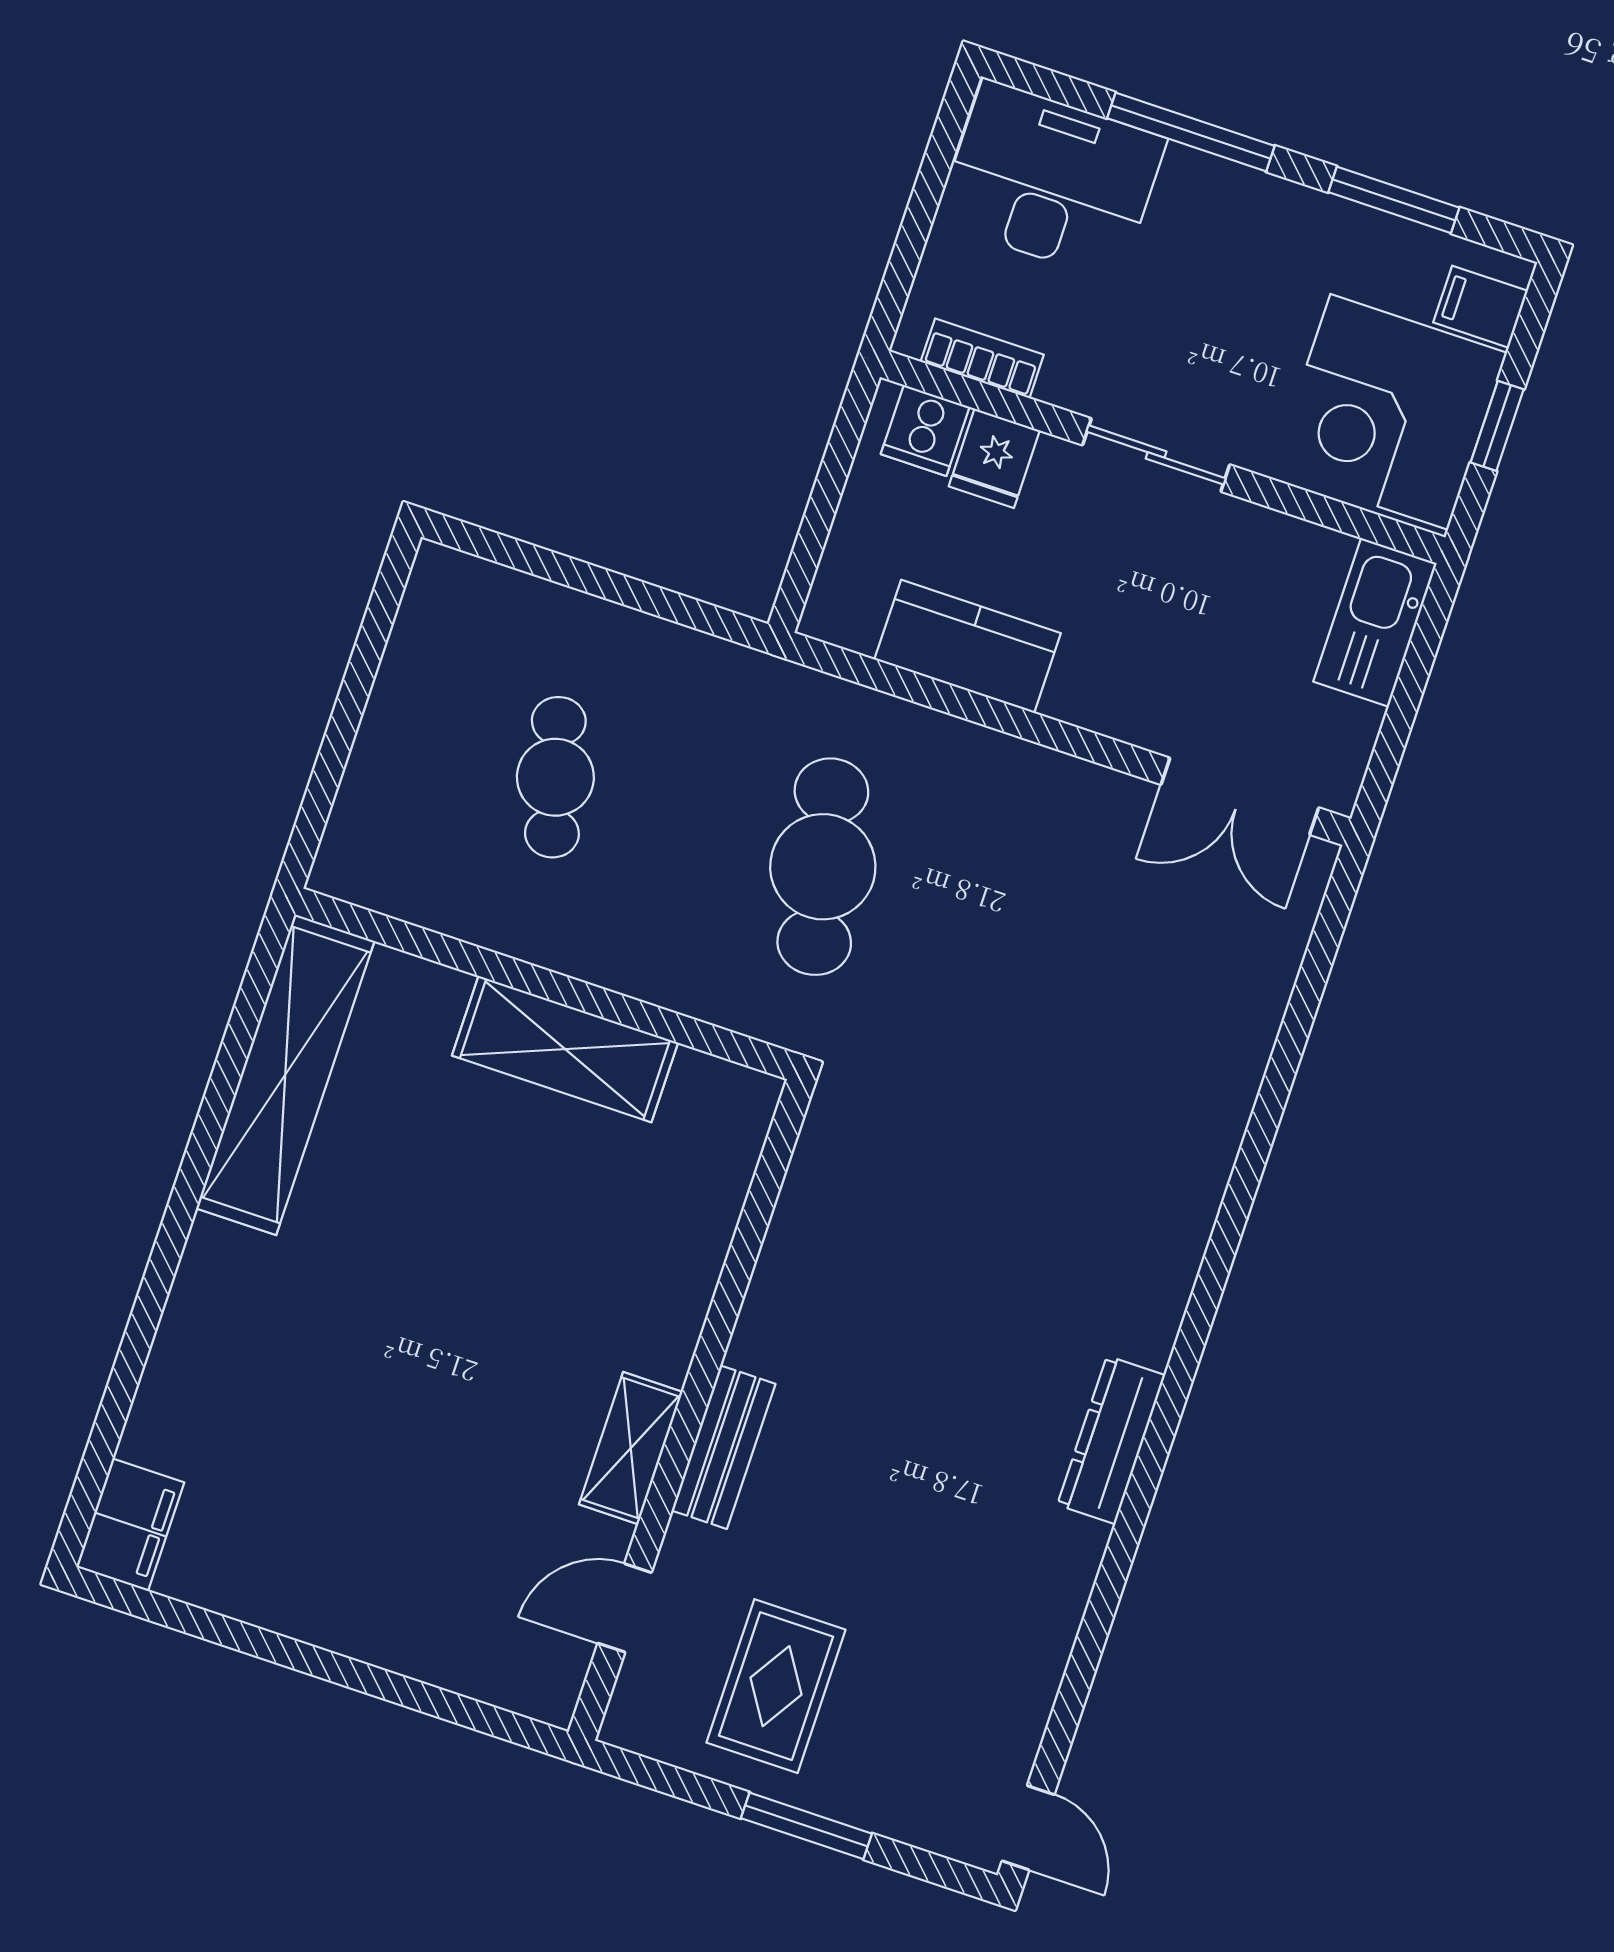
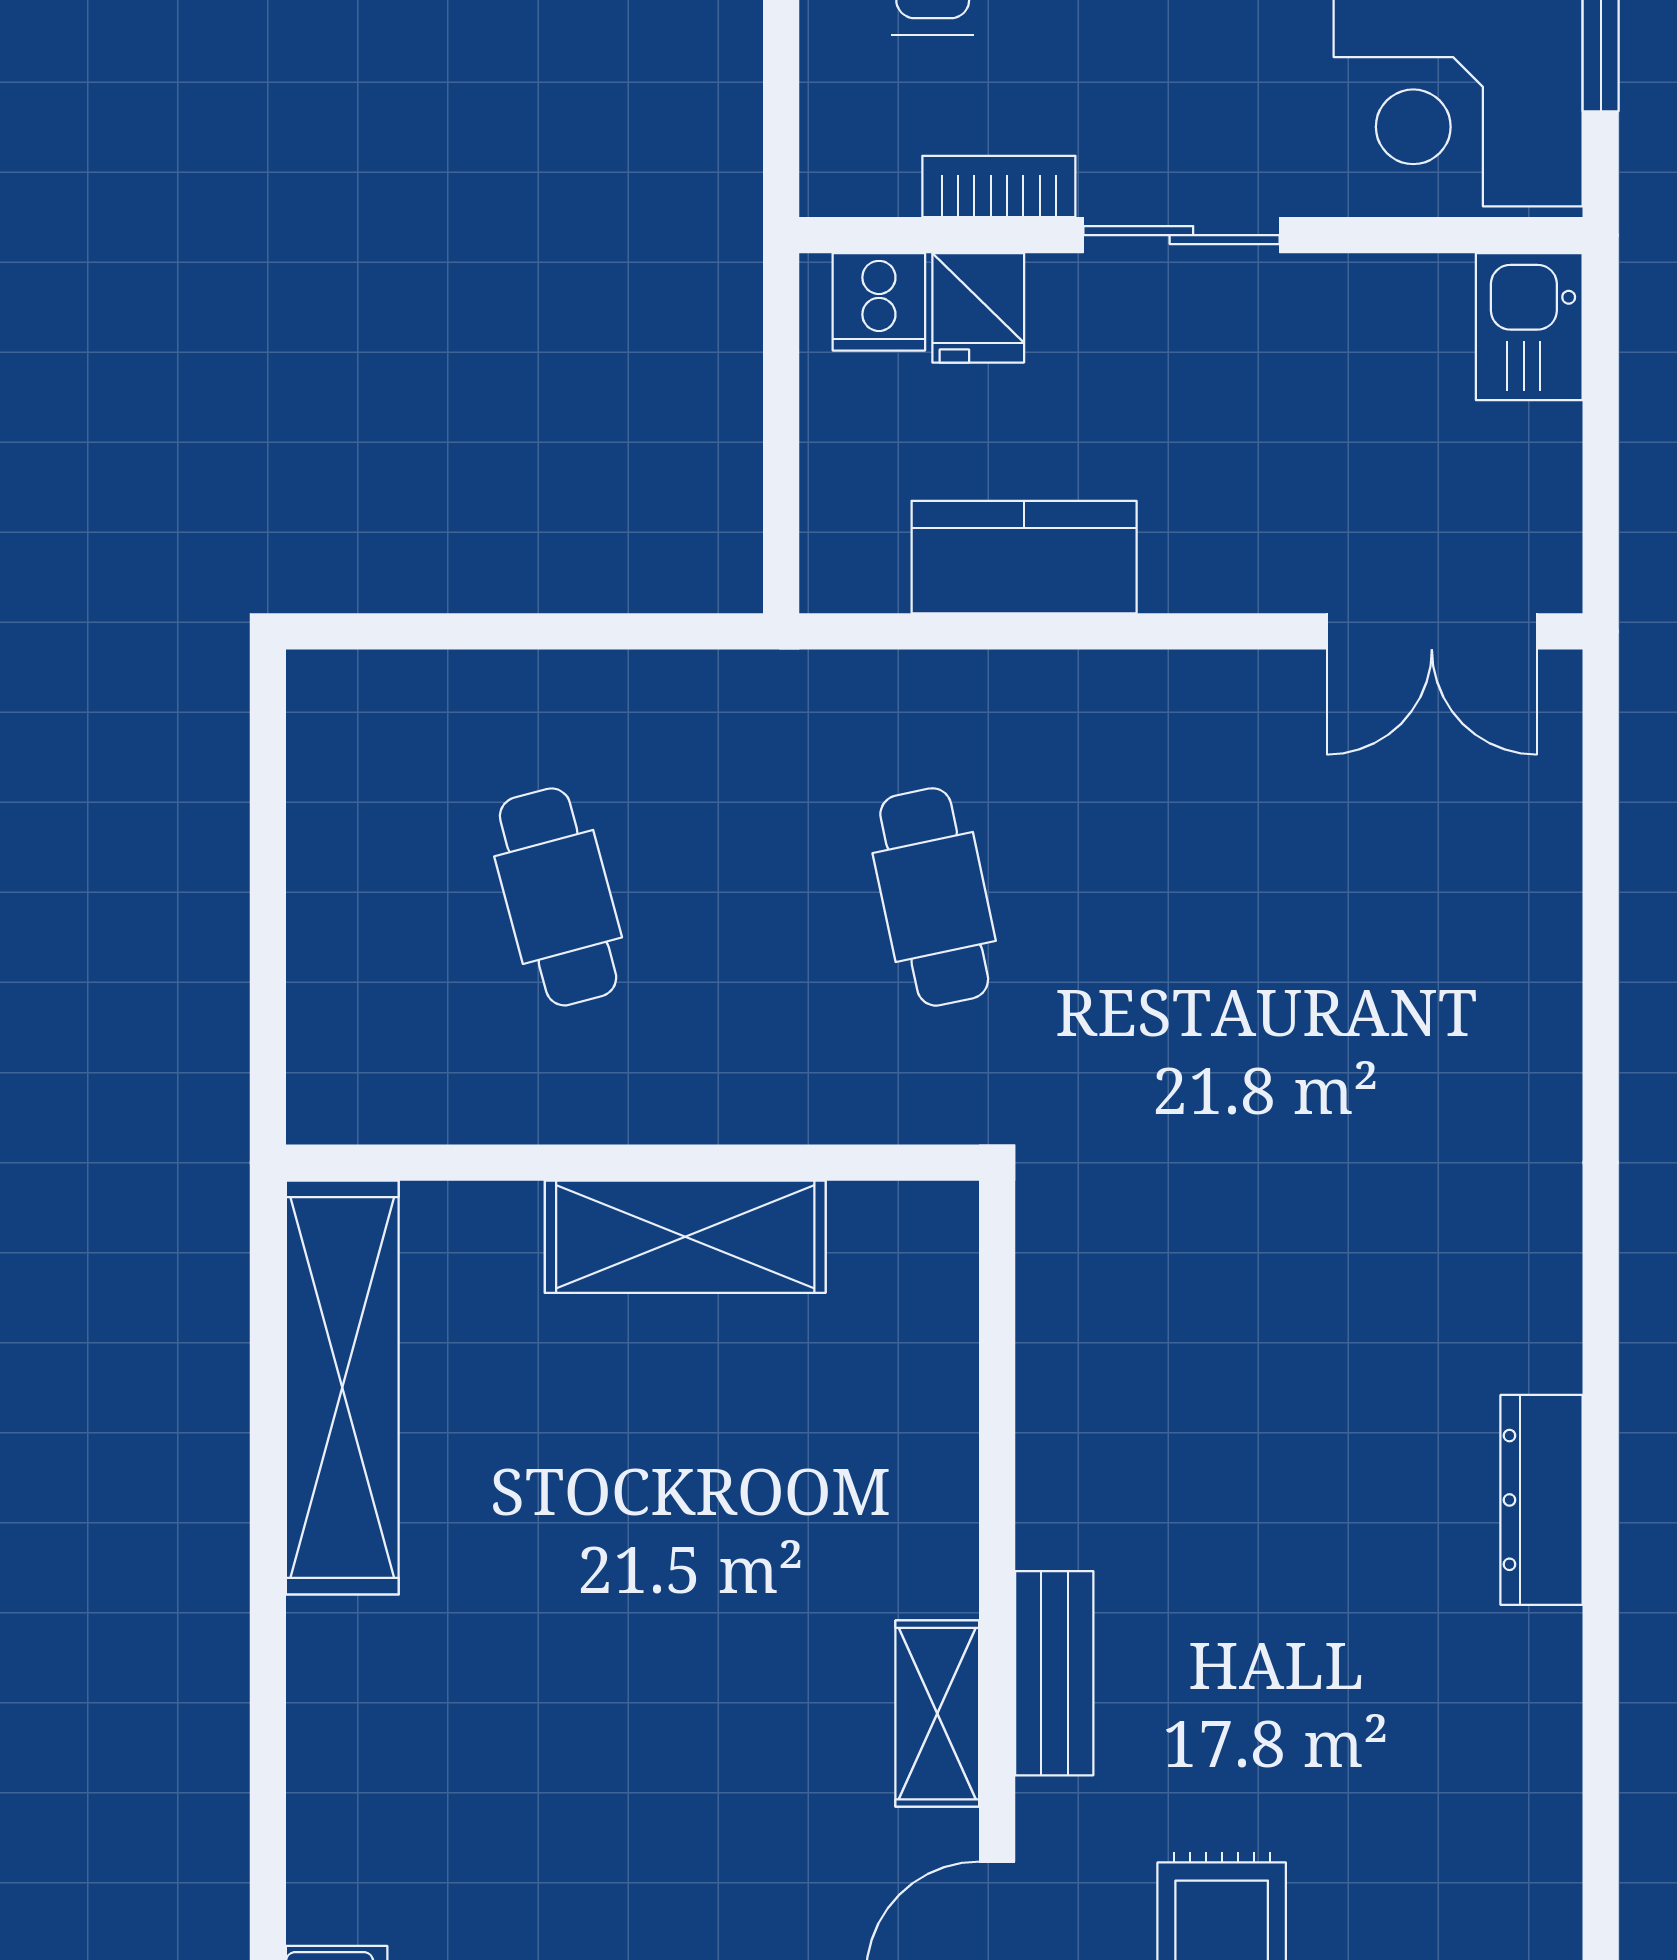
bookcase: (982, 358) -> (999, 186), moved
kitchen sink: (1375, 622) -> (1529, 327), width x0.73
cafe table: (823, 867) -> (934, 897), width x0.73, depth x0.74

